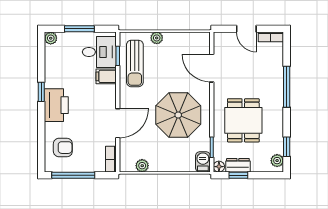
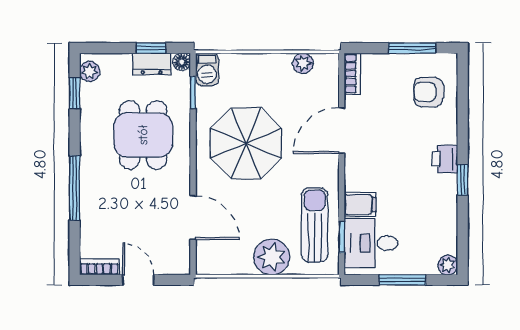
plant: (157, 38) -> (272, 257), width x1.87, depth x1.87
printer: (56, 105) -> (445, 159), width x0.53, depth x0.68
window: (73, 175) -> (412, 48), width x0.69

